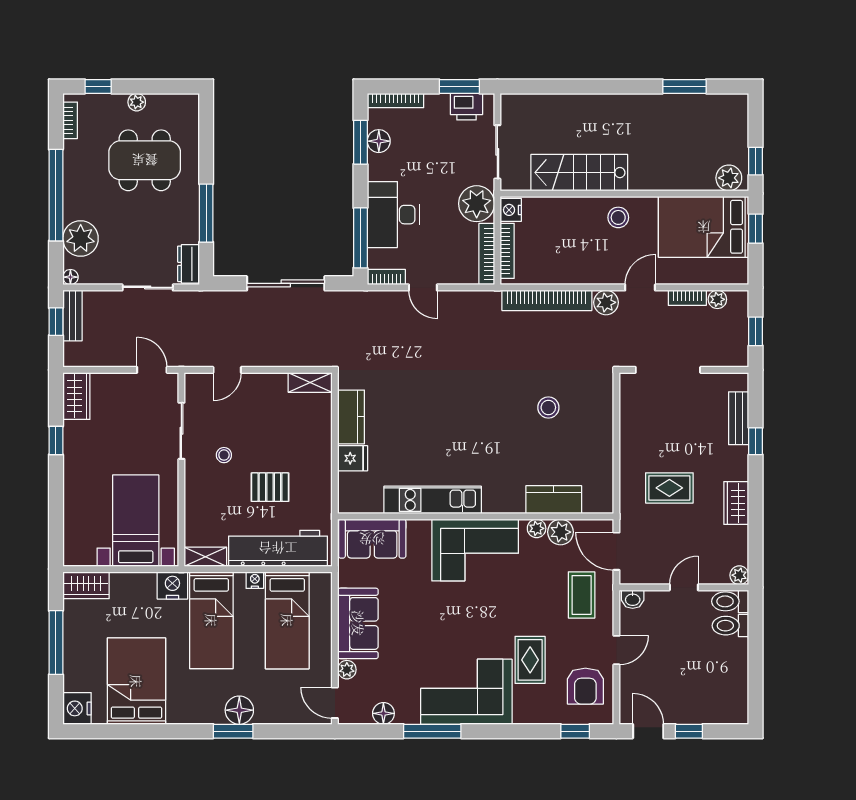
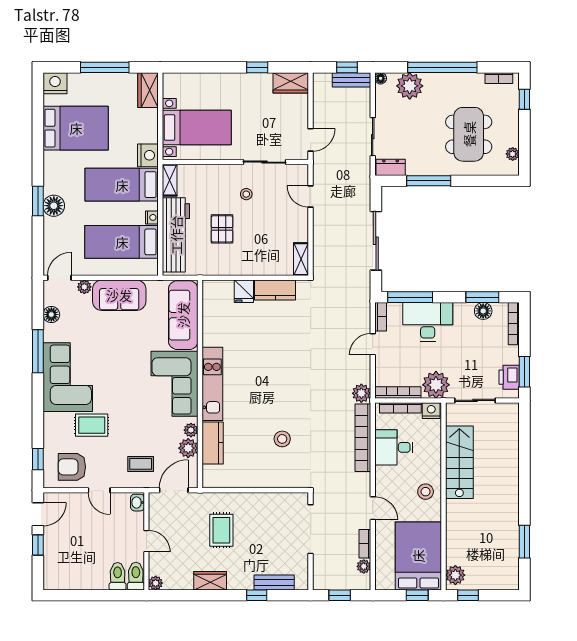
plant: (137, 102) -> (513, 154), moved
desk: (560, 259) -> (394, 447), added
plant: (606, 302) -> (361, 393), moved
kitchen unit: (433, 500) -> (212, 384), moved
sofa: (372, 539) -> (183, 315), width x1.36
coffee table: (582, 595) -> (141, 464), width x0.73, depth x0.77

